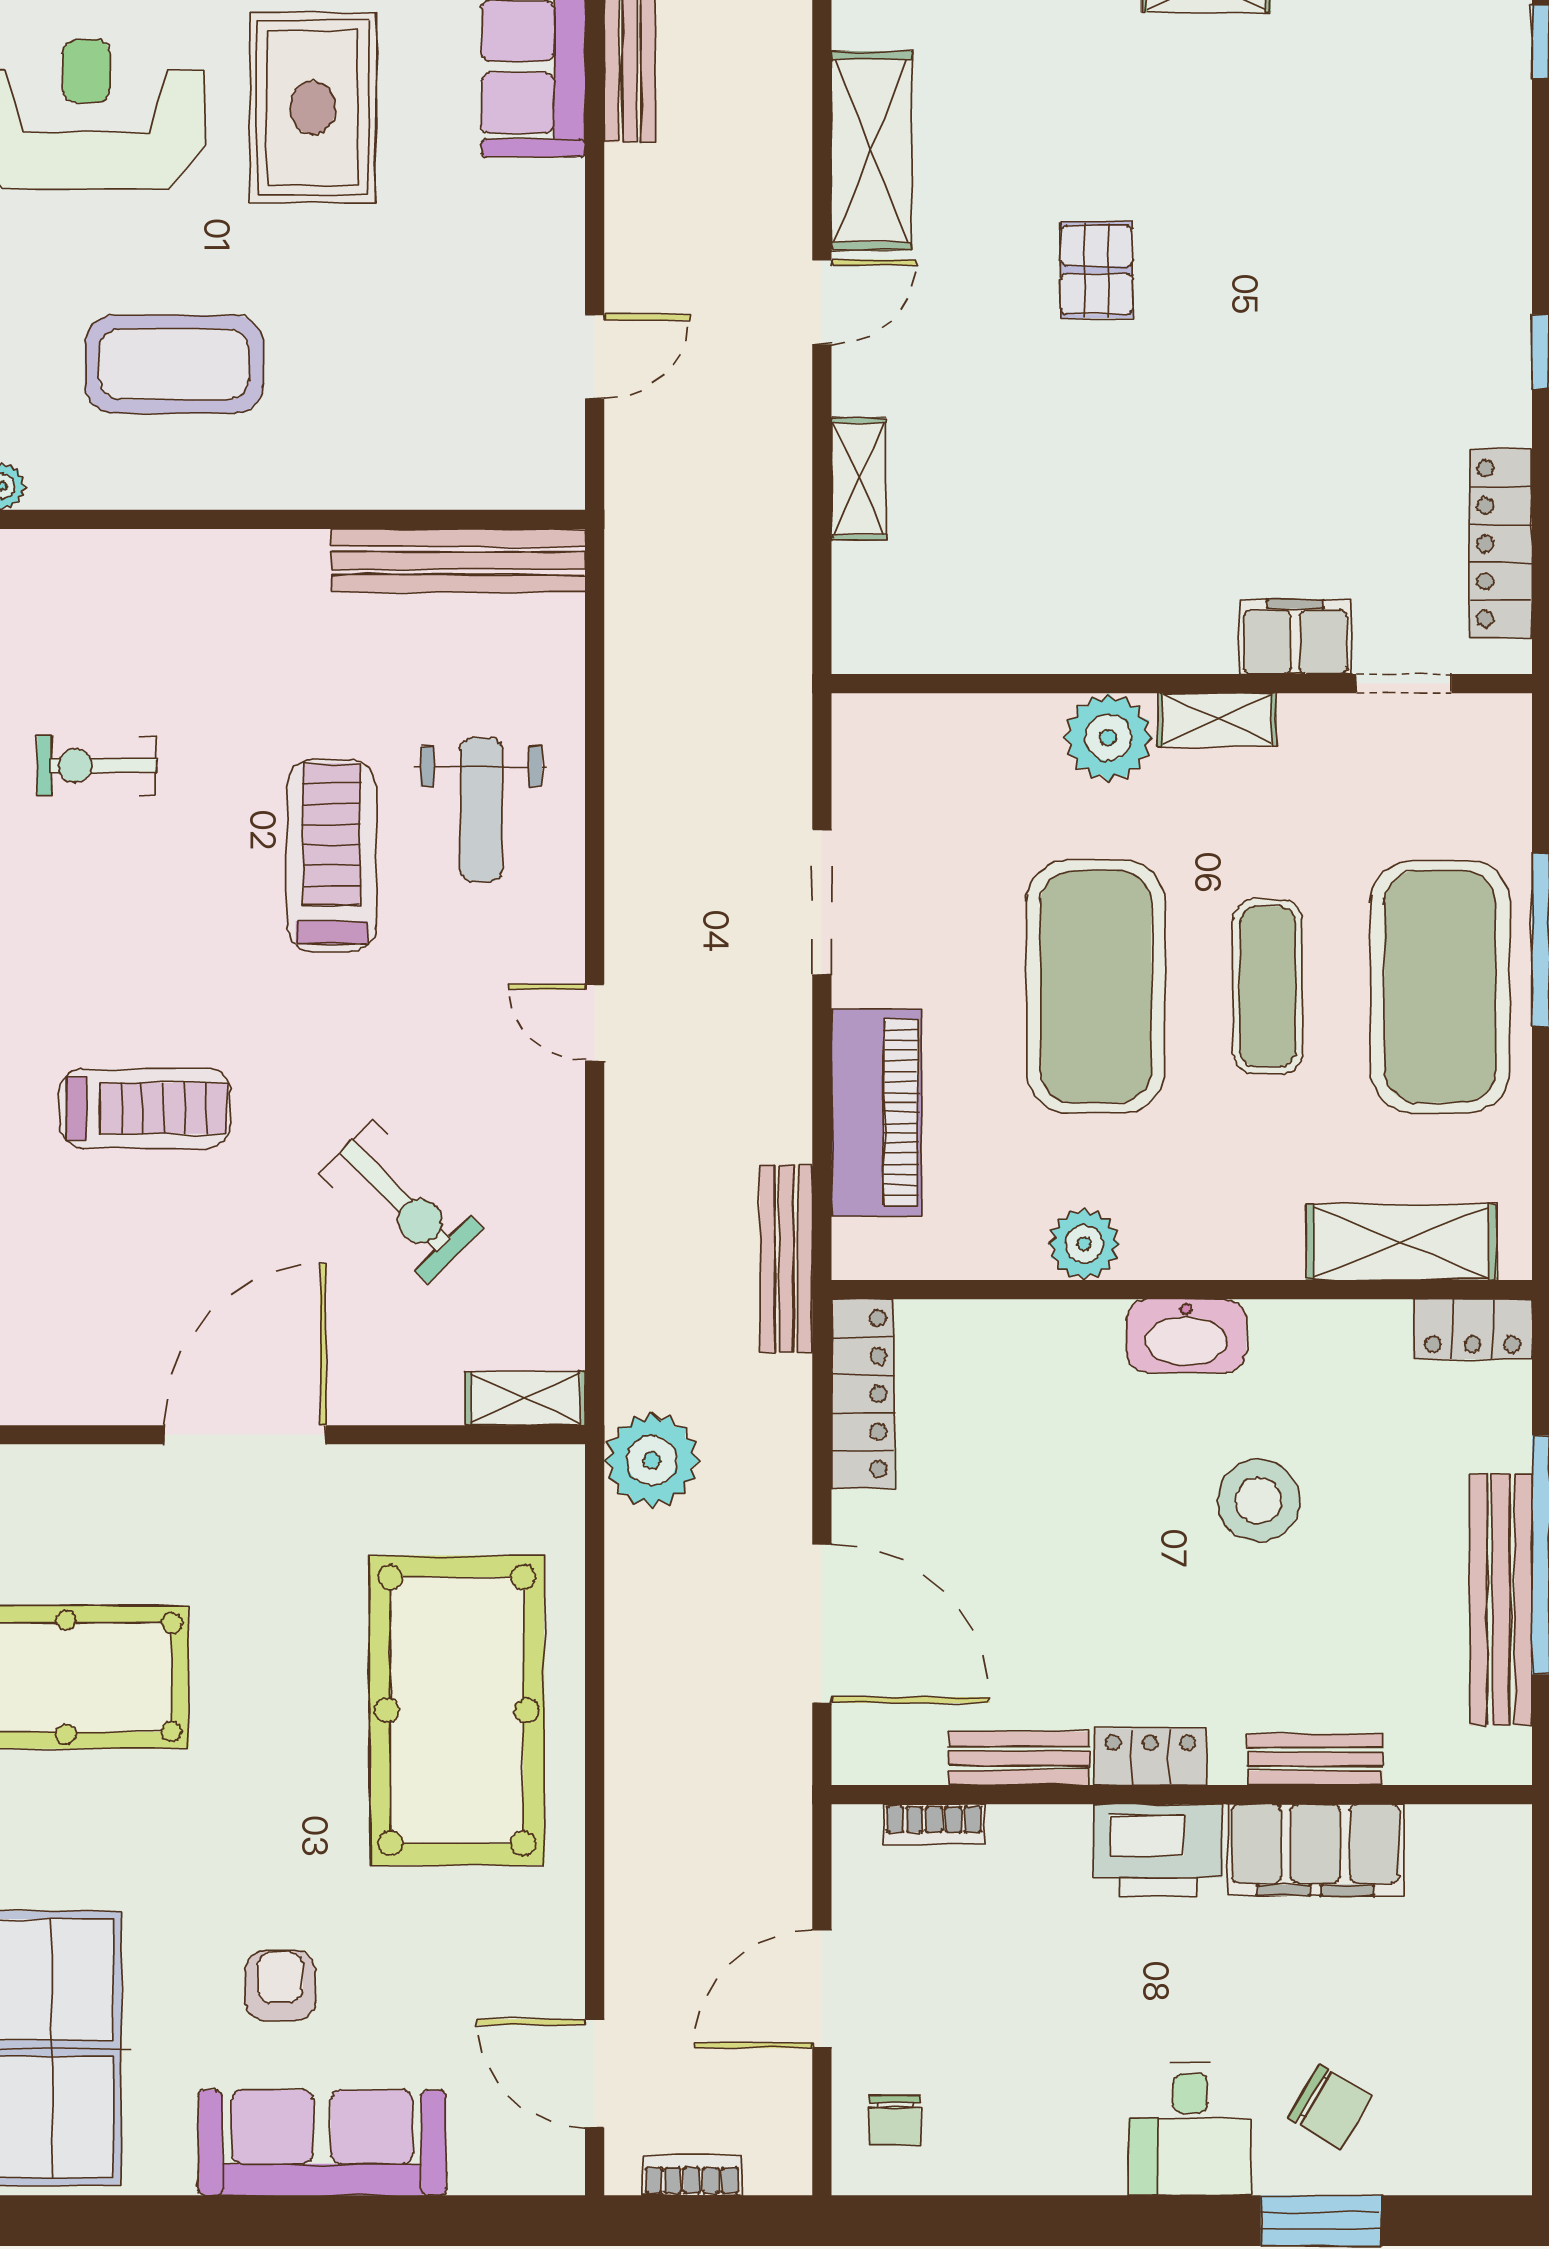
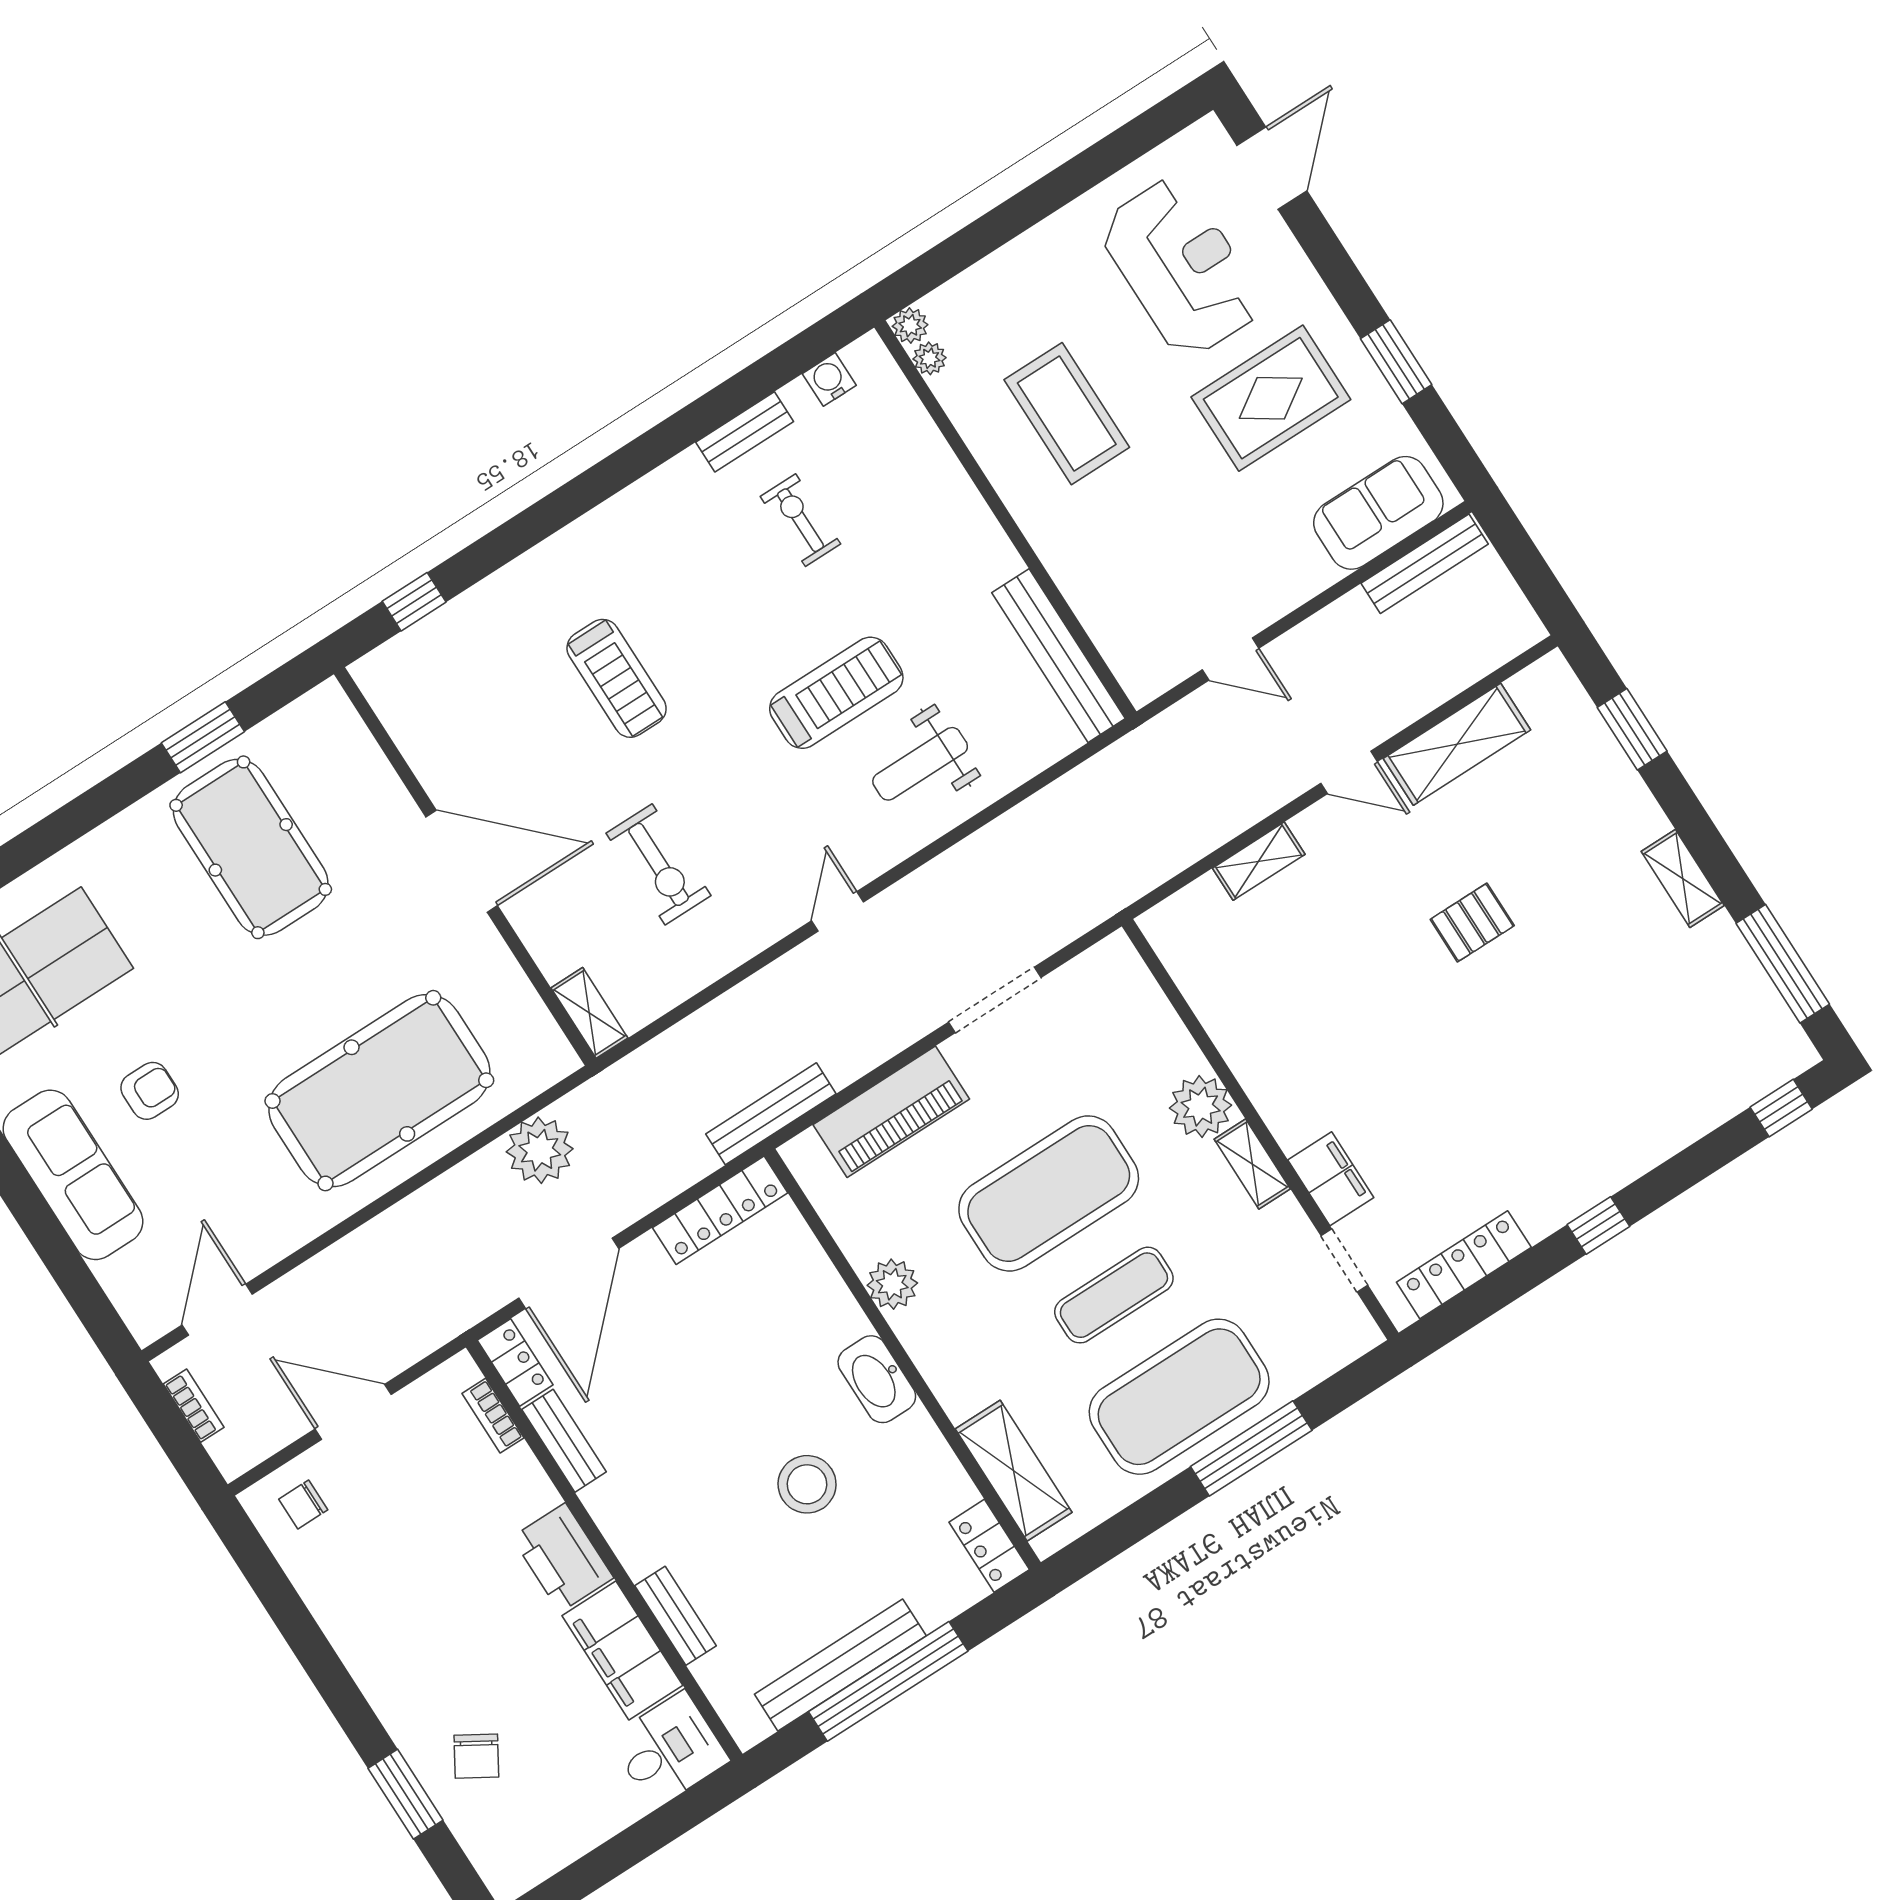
exercise bike: (400, 1201) -> (659, 864), turned -45
plant: (652, 1460) -> (540, 1150), moved
locker: (1150, 1757) -> (515, 1362), moved
desk: (1190, 2129) -> (669, 1750), moved, turned 180

